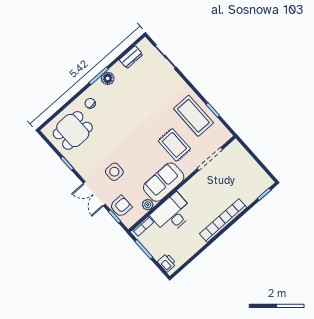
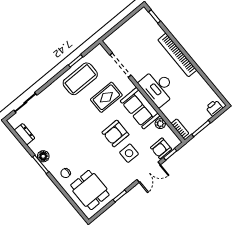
armchair: (135, 156) -> (115, 133), added
armchair: (121, 206) -> (161, 148), turned -90
desk: (172, 214) -> (158, 87), moved

